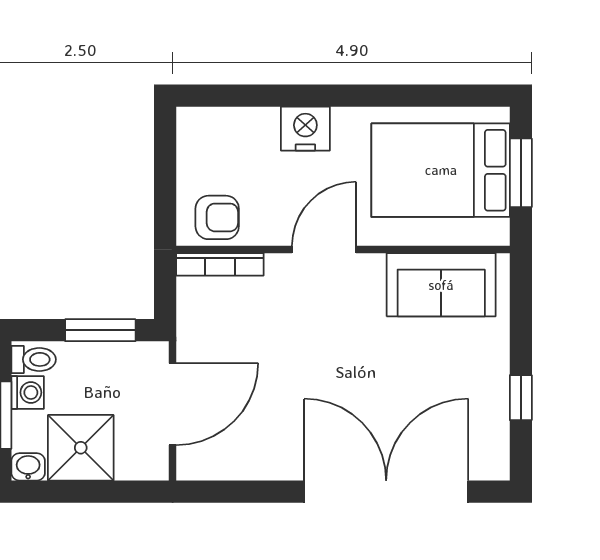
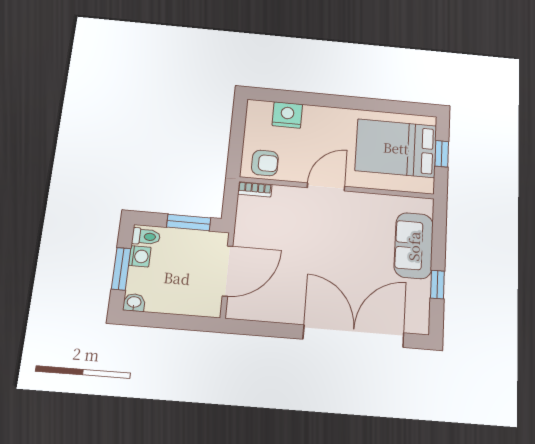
nightstand: (305, 129) -> (287, 115), moved
window: (521, 173) -> (442, 154), width x0.67
bookcase: (220, 264) -> (255, 189), width x0.64
sofa: (441, 285) -> (414, 246), moved, turned 90
shower: (81, 448) -> (168, 293), removed

